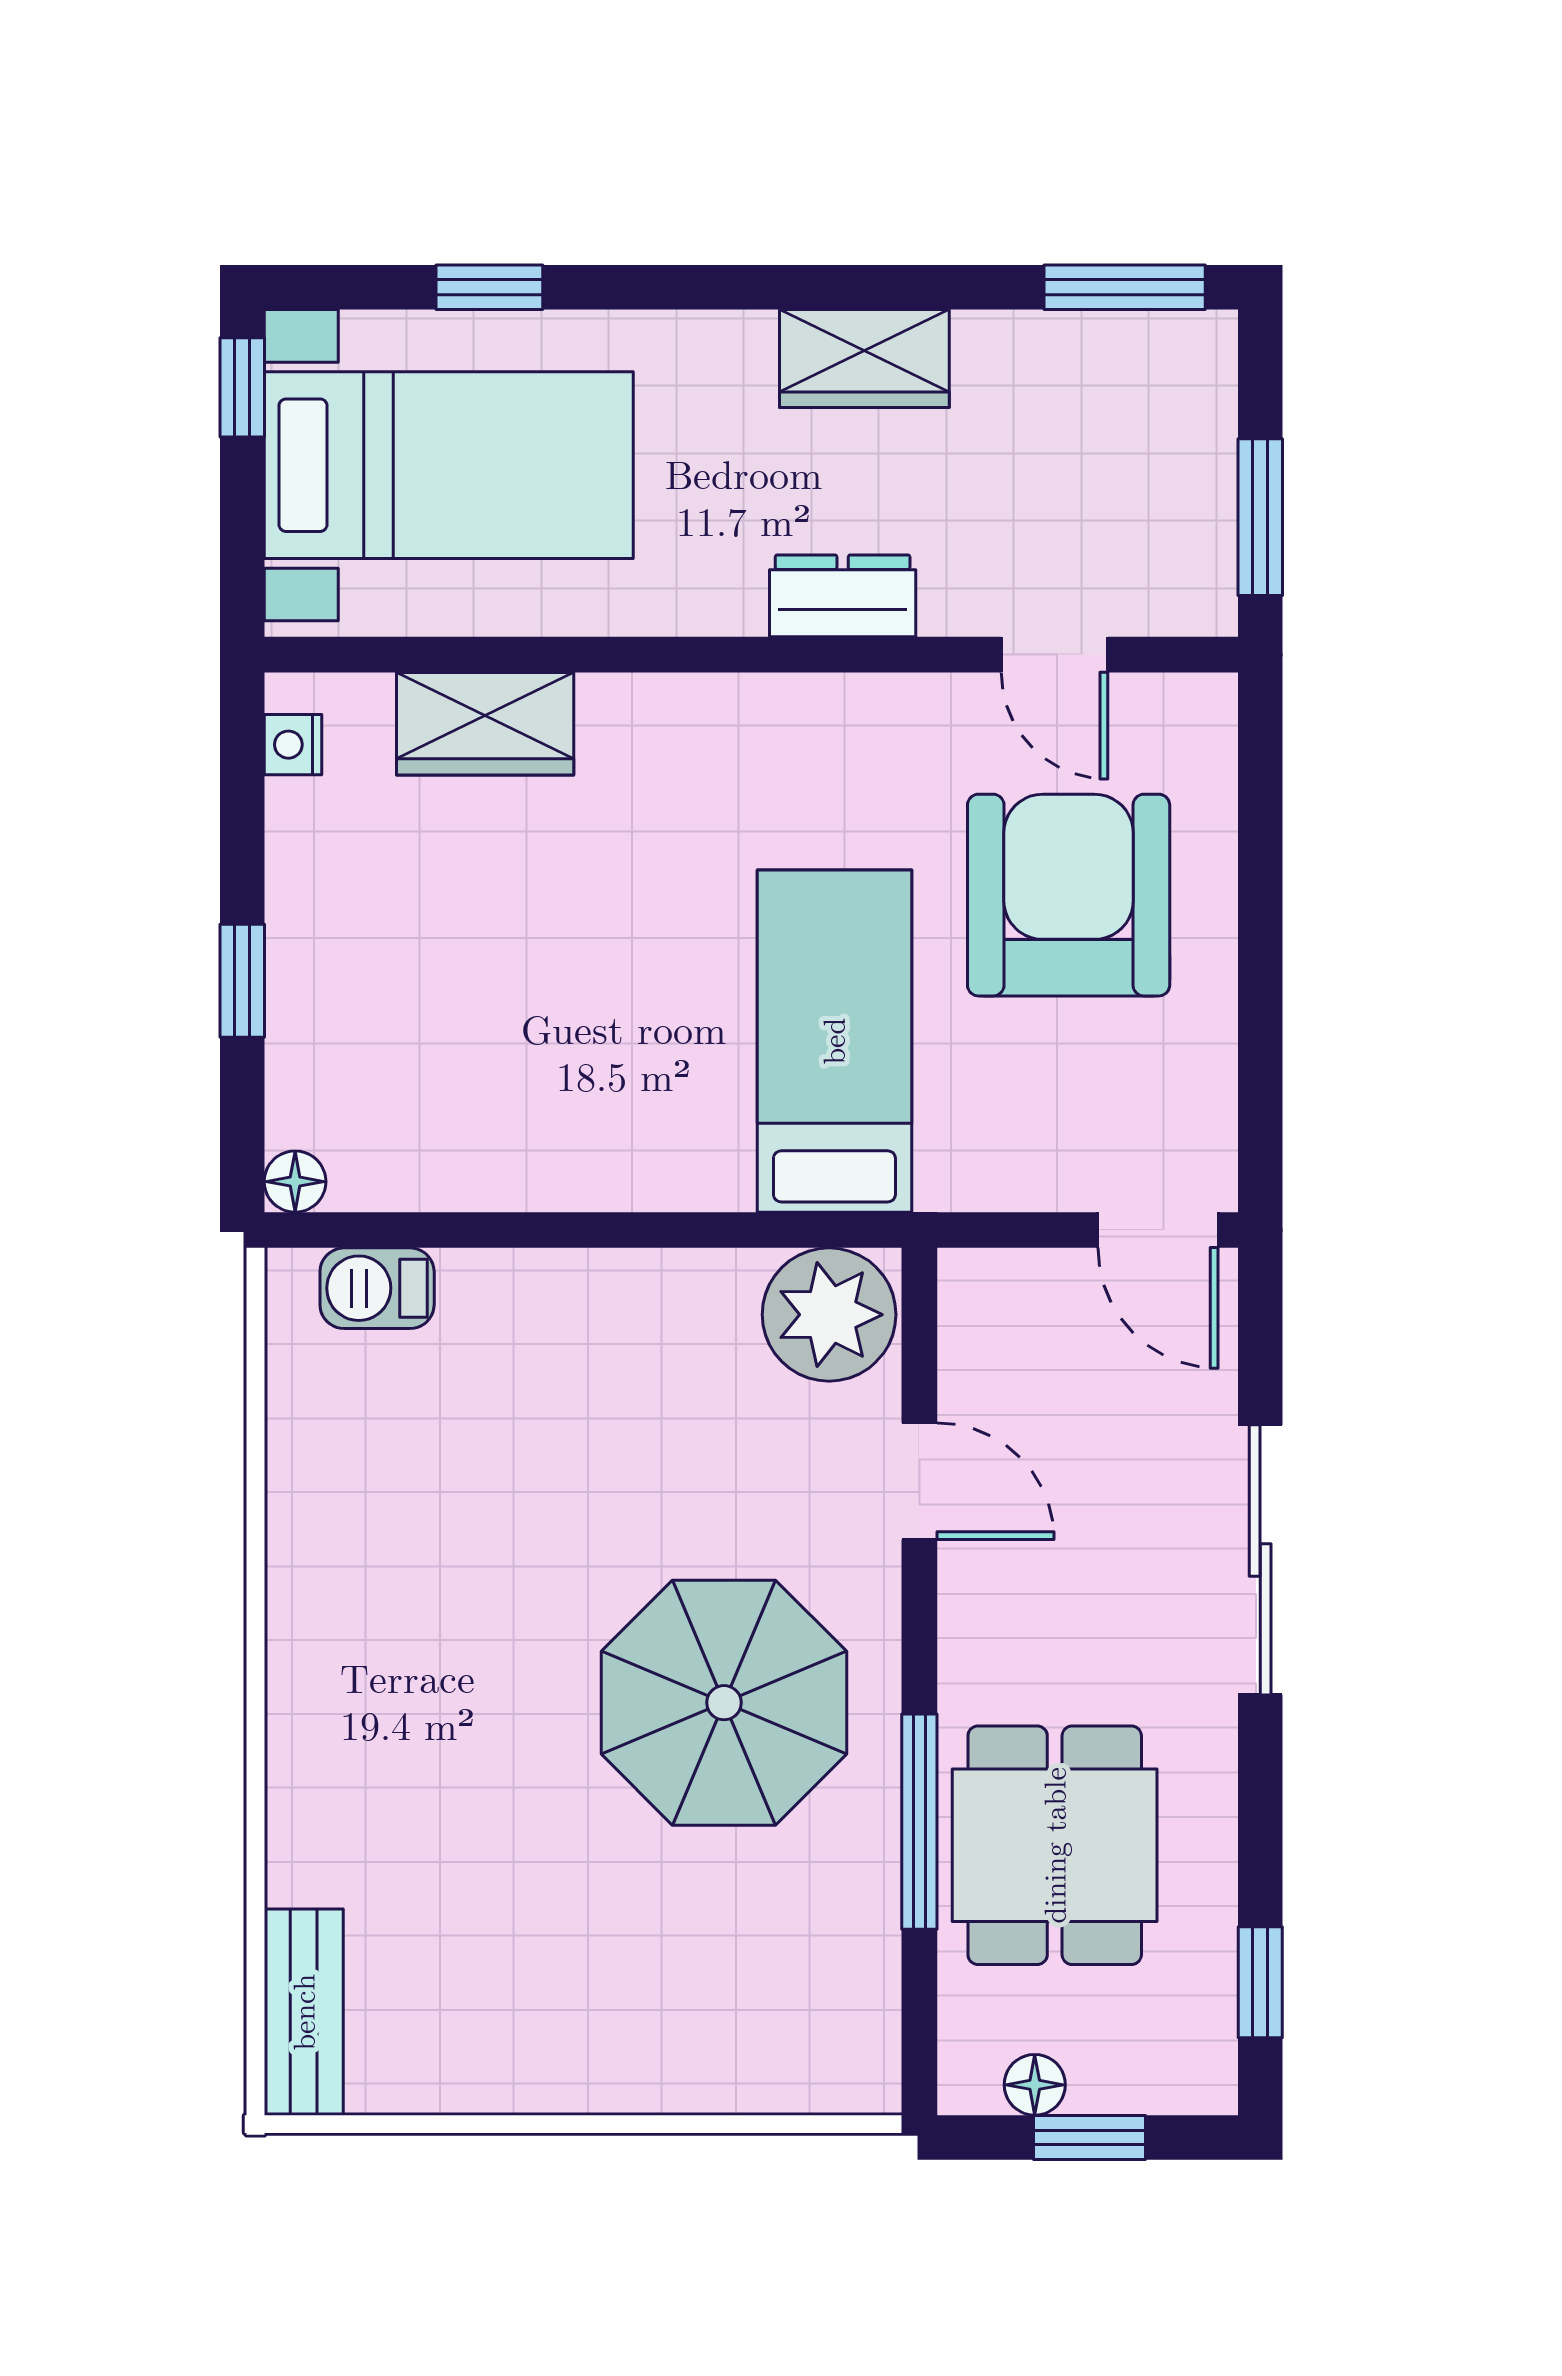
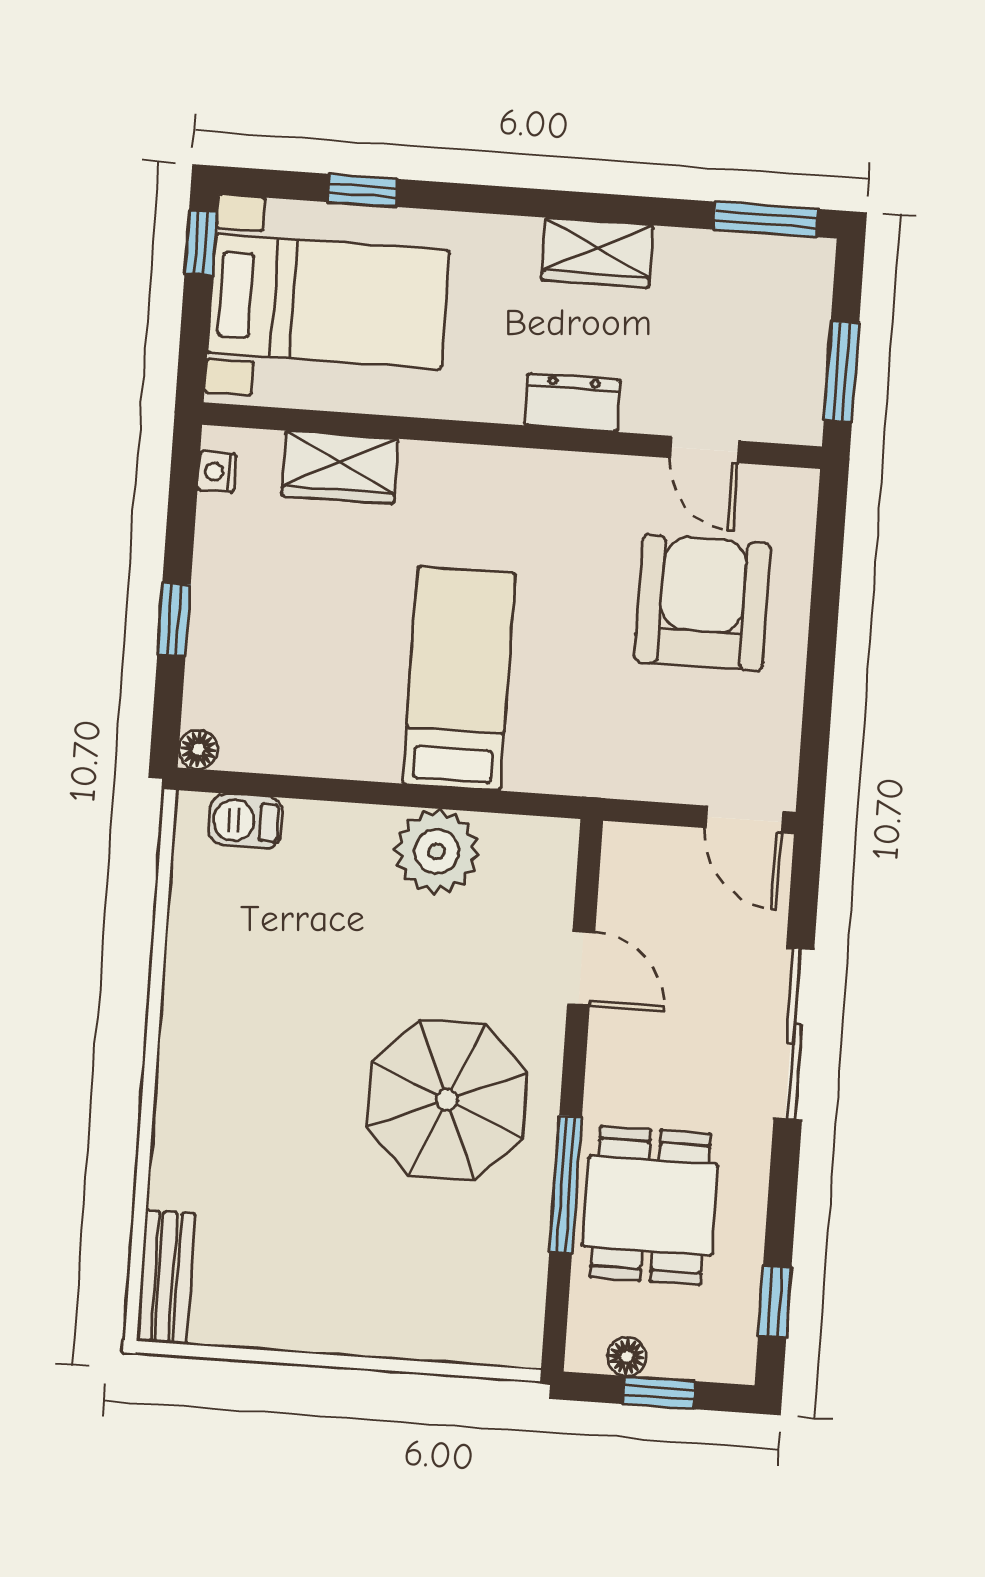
bed: (834, 1041) -> (459, 678), moved
plant: (829, 1315) -> (437, 851), moved

